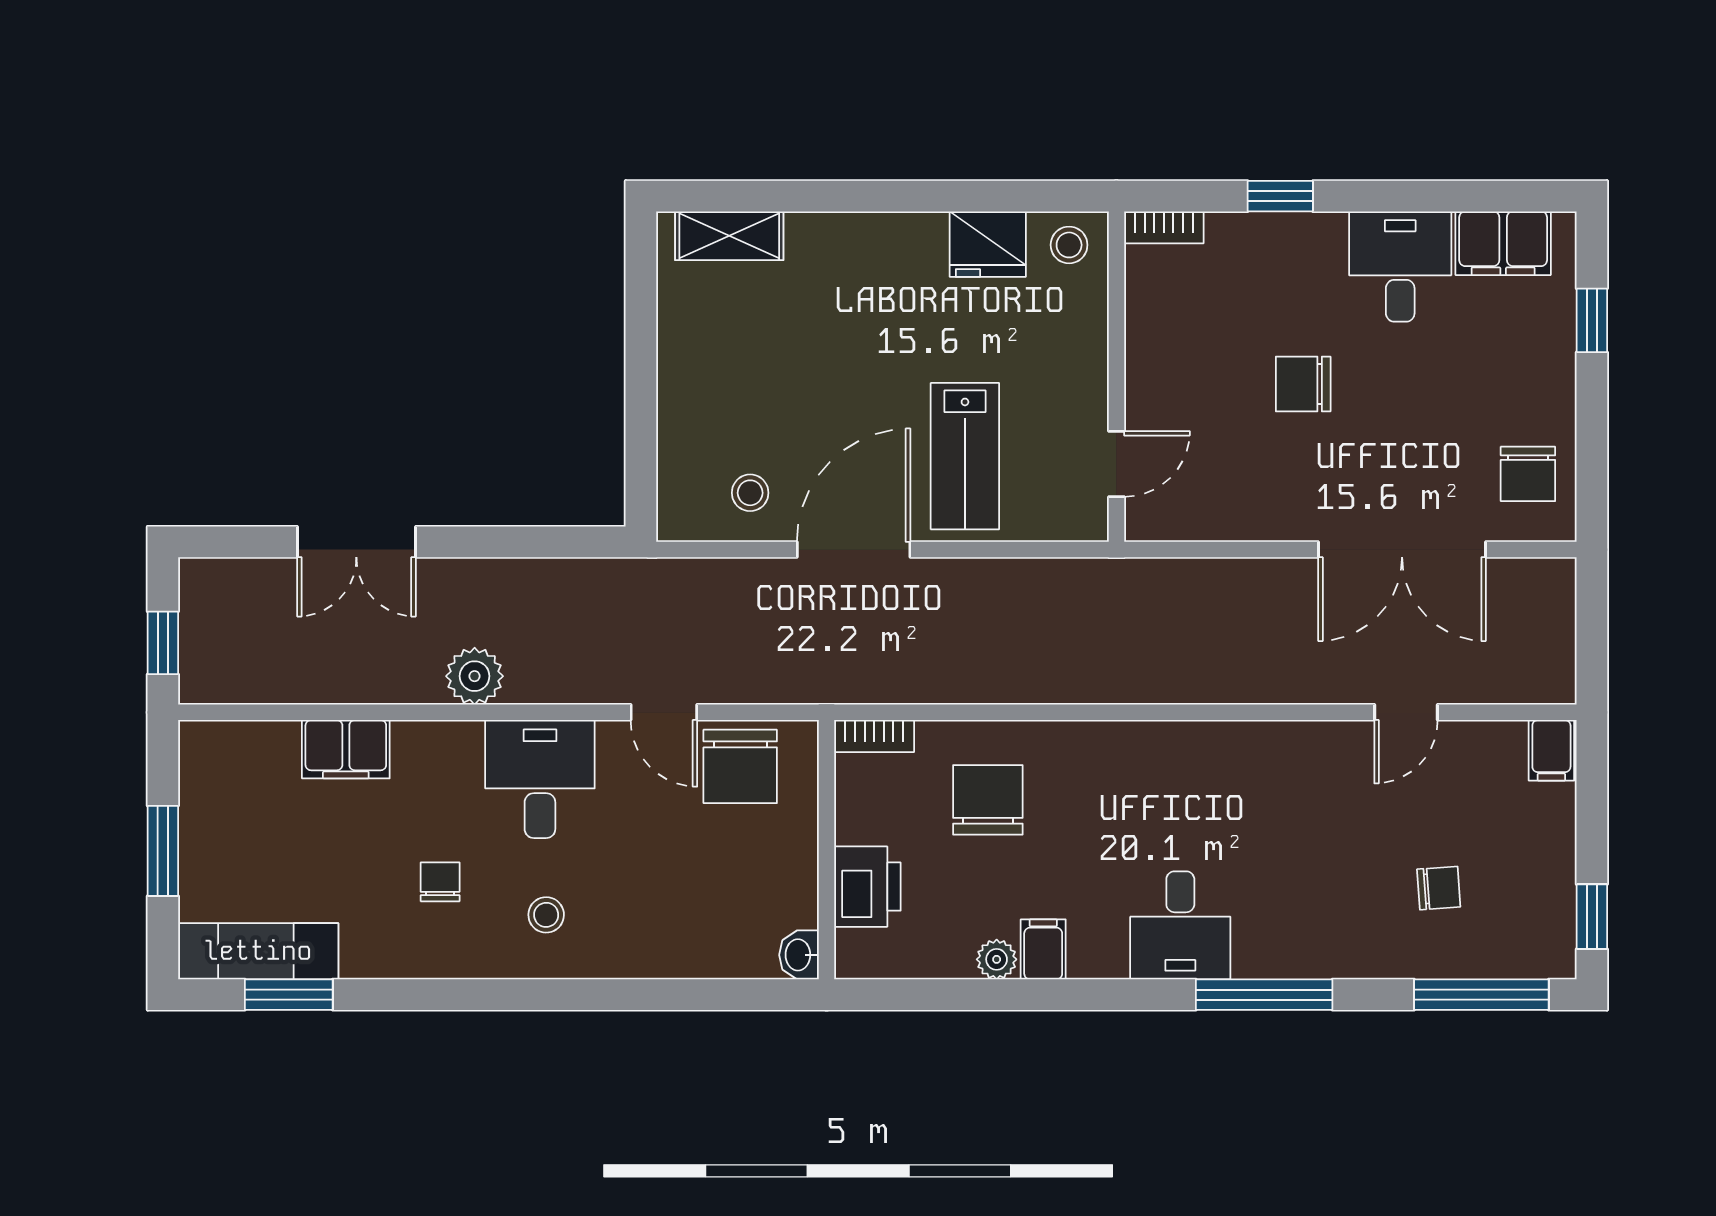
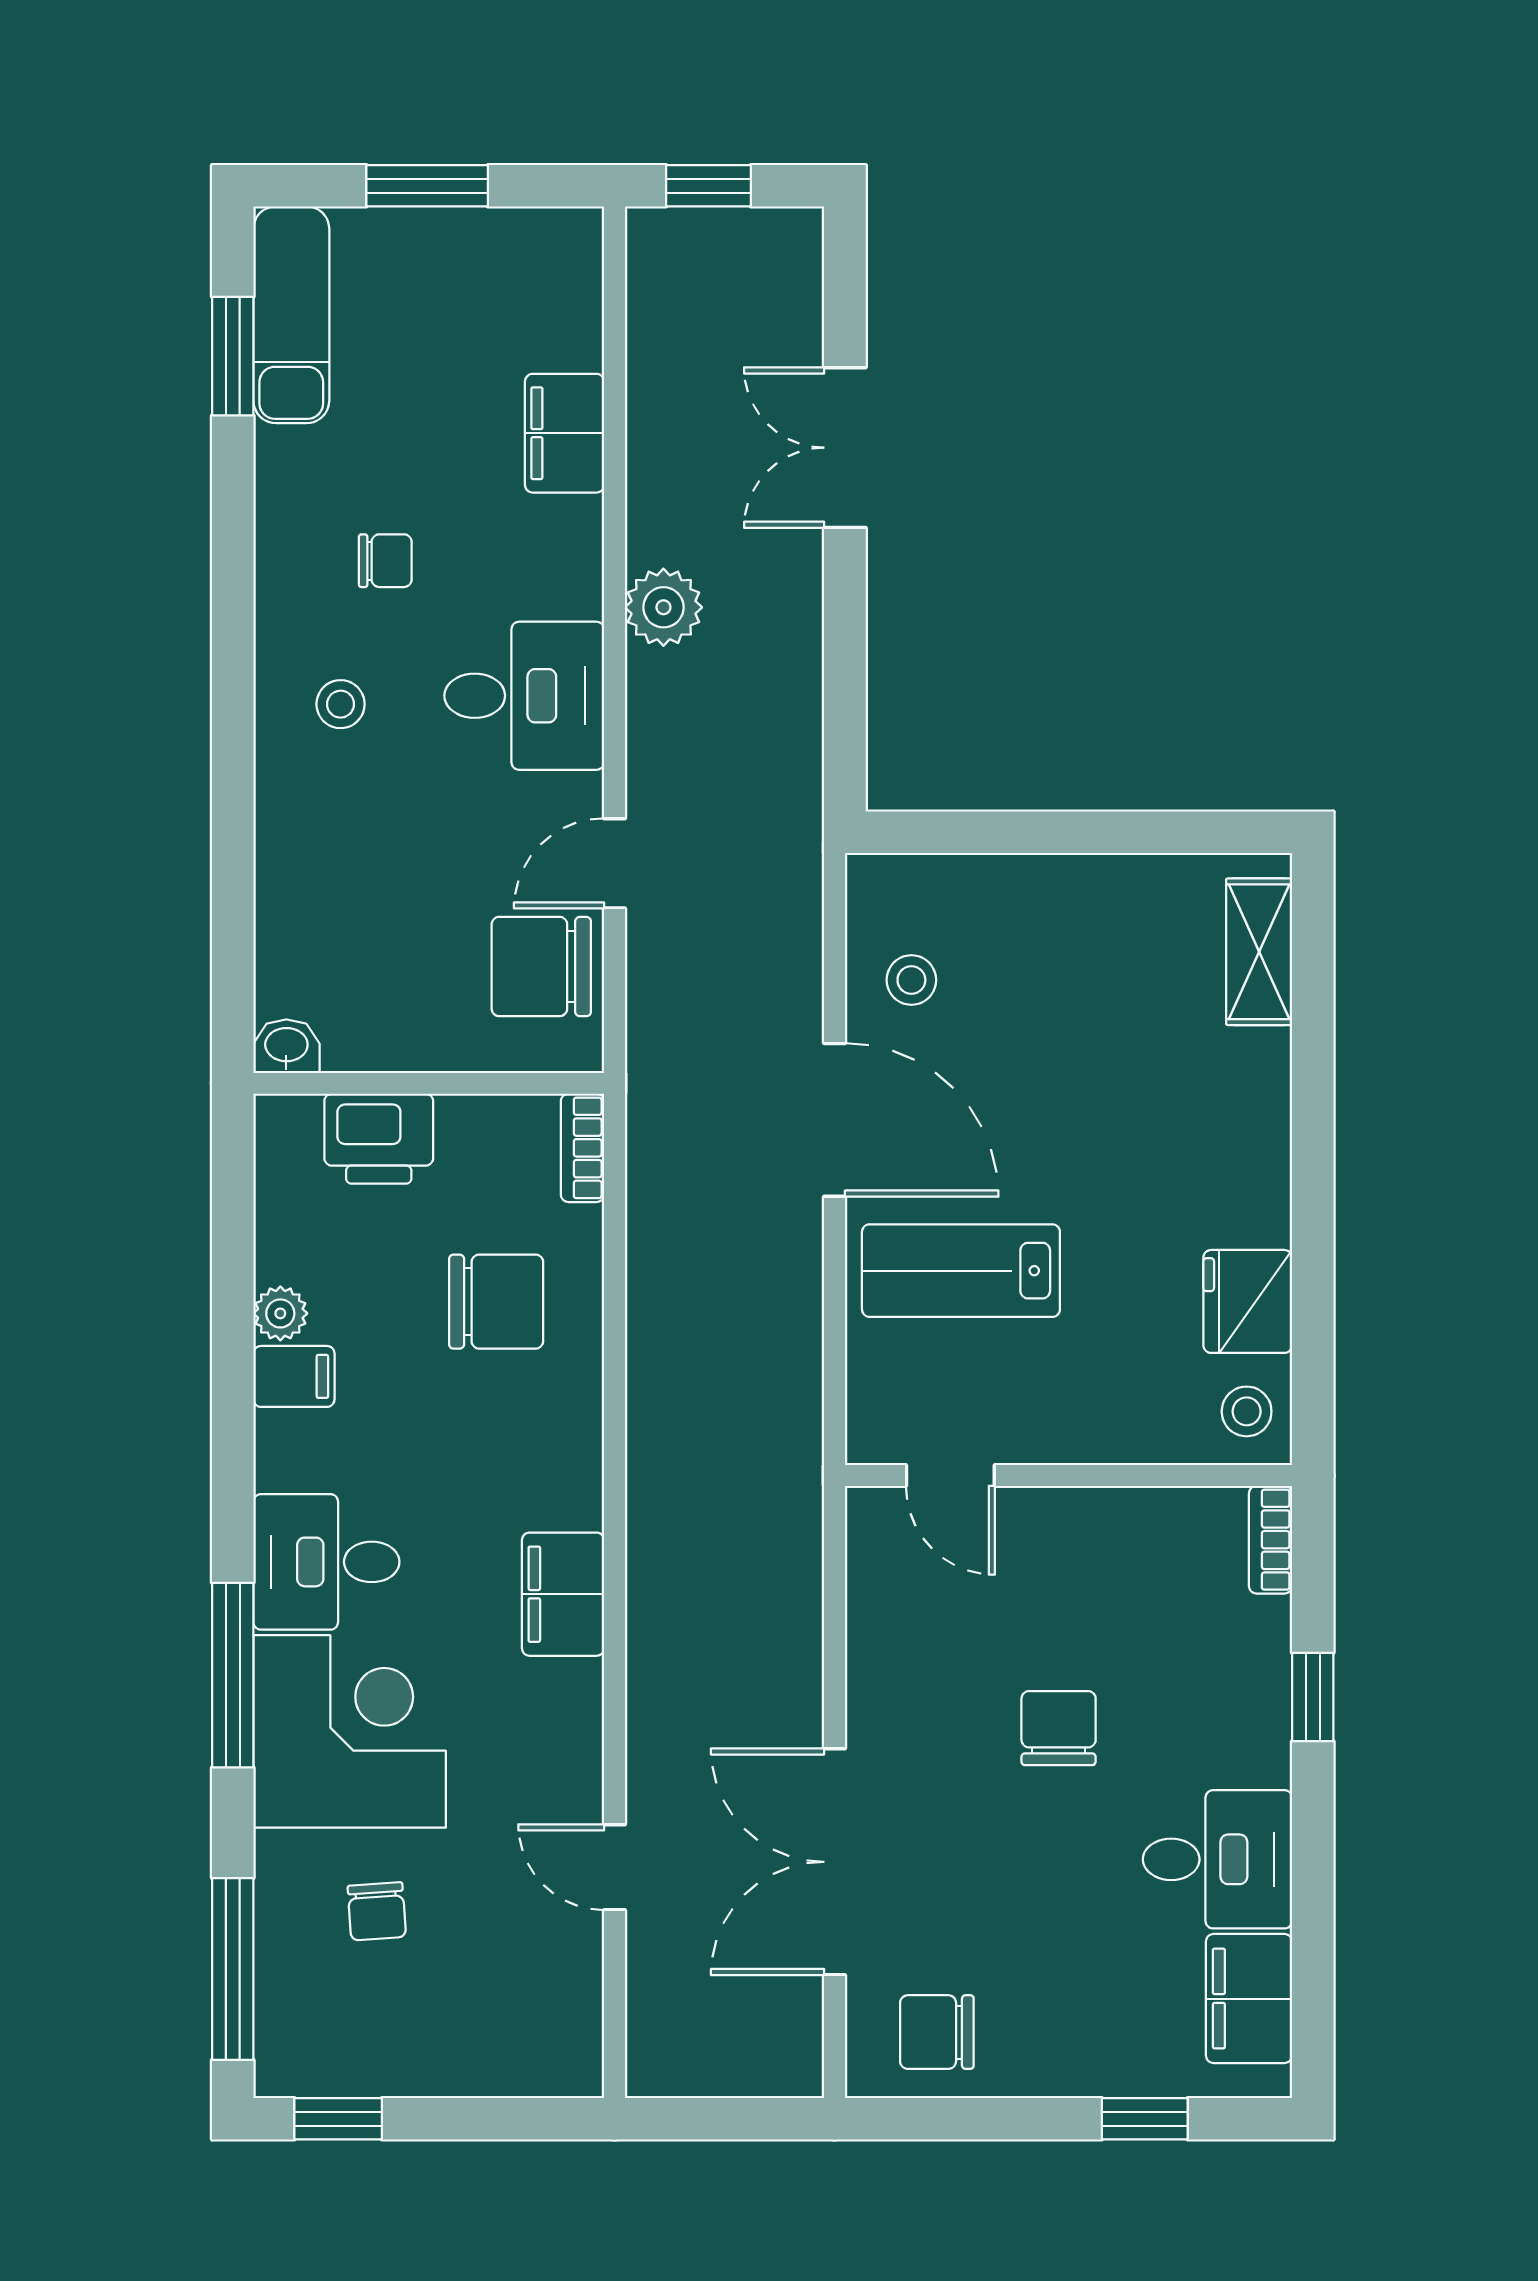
filing cabinet: (1551, 750) -> (563, 1594), moved, width x2.00
corner desk: (1306, 908) -> (350, 1731), added

